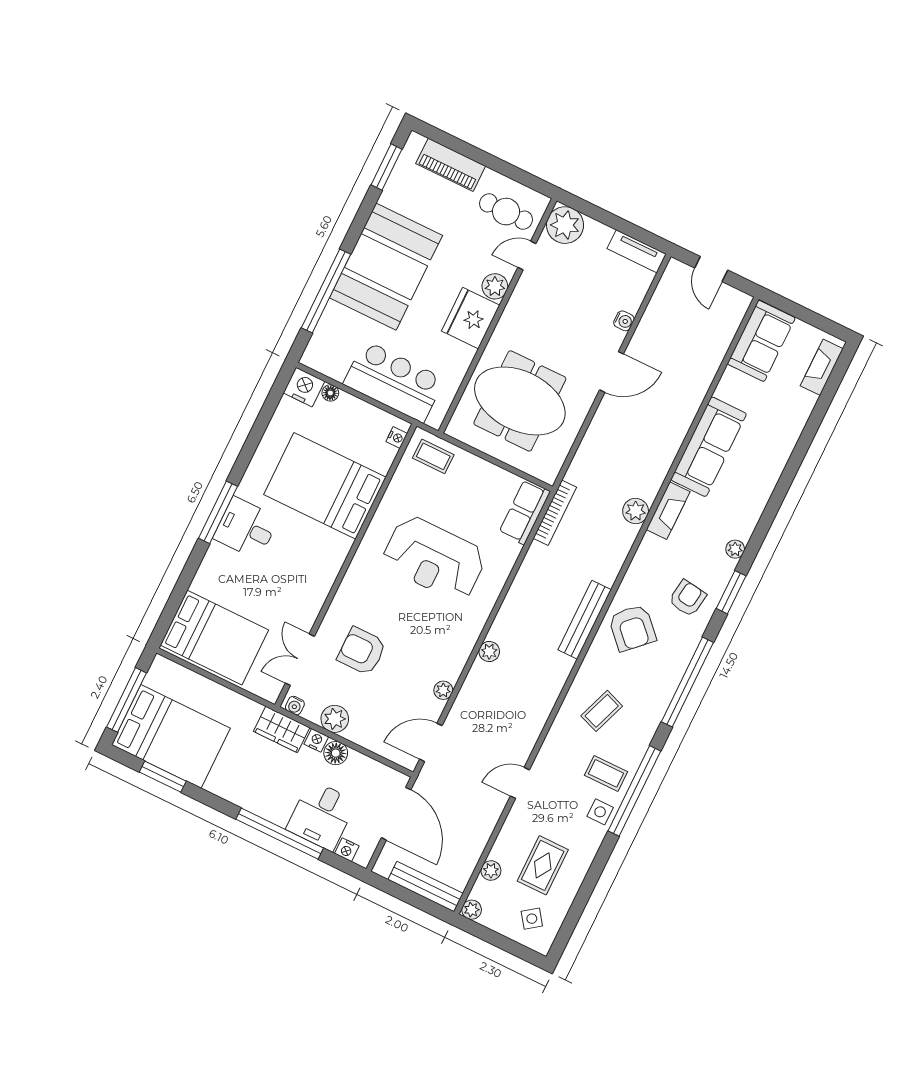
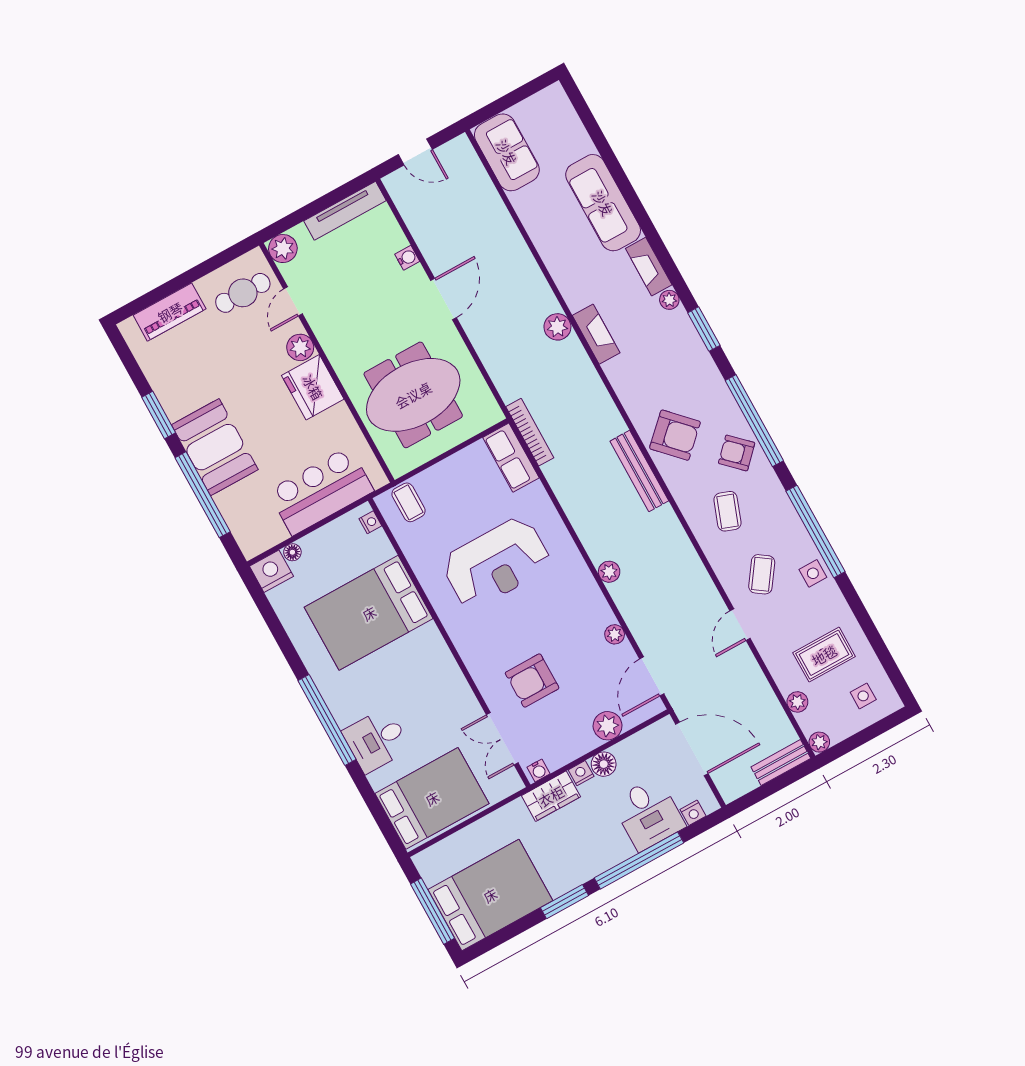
window: (386, 167) -> (159, 415), moved
plant: (565, 225) -> (283, 249), width x0.73, depth x0.73
tv unit: (637, 251) -> (345, 211), width x1.41
booth: (386, 267) -> (215, 447), width x0.73, depth x0.70
fireplace: (822, 367) -> (649, 267), moved
sofa: (709, 447) -> (603, 203), moved, turned 180
coffee table: (433, 456) -> (409, 502), turned 90
plant: (636, 511) -> (557, 327), moved
window: (218, 512) -> (327, 720), width x1.46
desk: (246, 528) -> (376, 740), moved
armchair: (688, 598) -> (737, 453), moved, turned -54
plant: (335, 719) -> (608, 726), moved
coffee table: (606, 773) -> (762, 574), moved, turned -55
window: (163, 777) -> (565, 902), moved
rug: (543, 865) -> (824, 655), turned 90
bench: (426, 887) -> (781, 763), width x0.73
side table: (532, 919) -> (863, 696), turned 36

